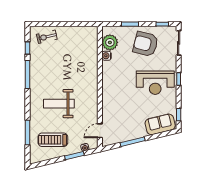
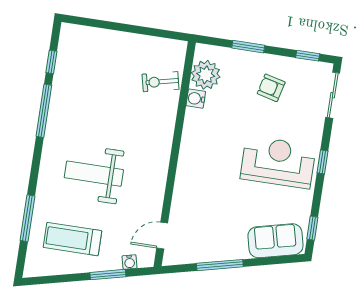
exercise bike: (47, 37) -> (160, 82), moved
armchair: (146, 44) -> (271, 88), width x0.53, depth x0.53
reception desk: (155, 83) -> (278, 162), turned 180

